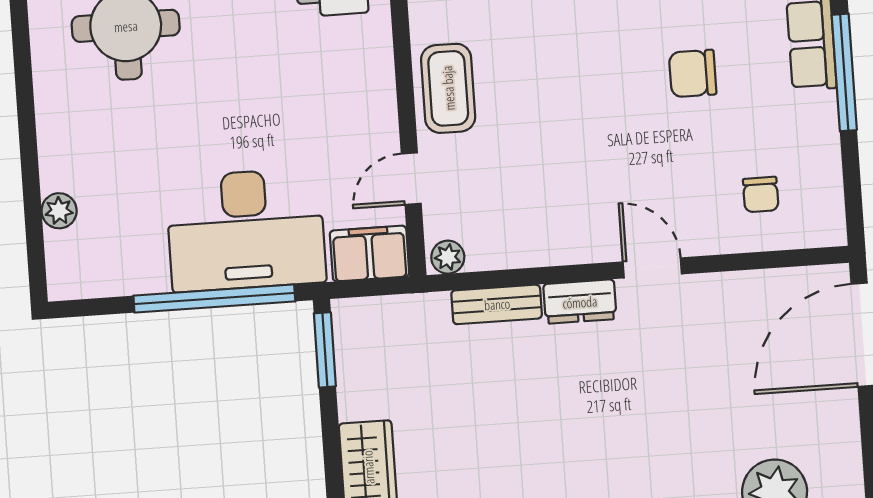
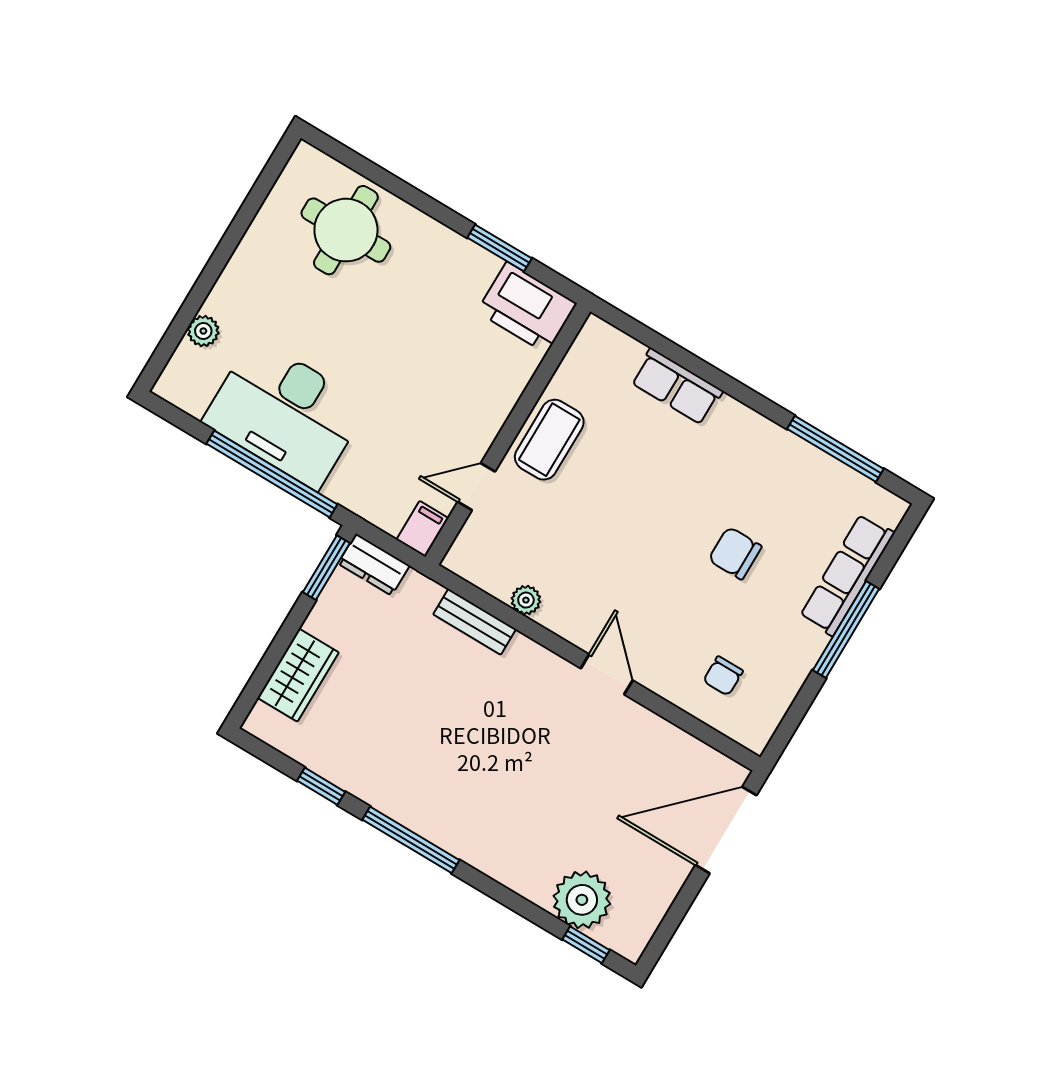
desk: (246, 230) -> (285, 413), moved
filing cabinet: (370, 254) -> (422, 529), width x0.50
plant: (448, 257) -> (526, 600), moved
dresser: (580, 302) -> (374, 564), moved

